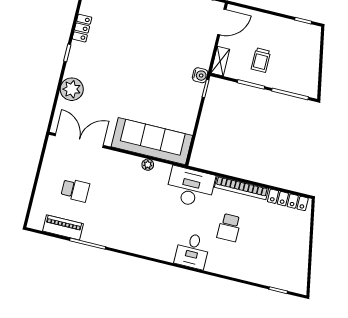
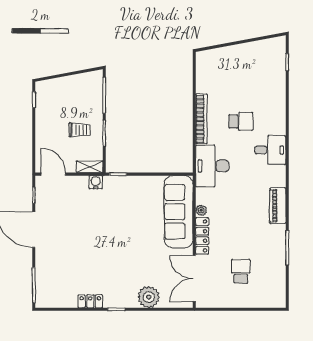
water cooler: (200, 75) -> (96, 182), moved
locker: (288, 200) -> (202, 236), moved
piano: (63, 227) -> (278, 206), moved

